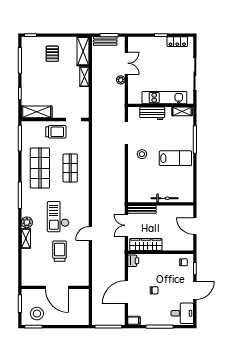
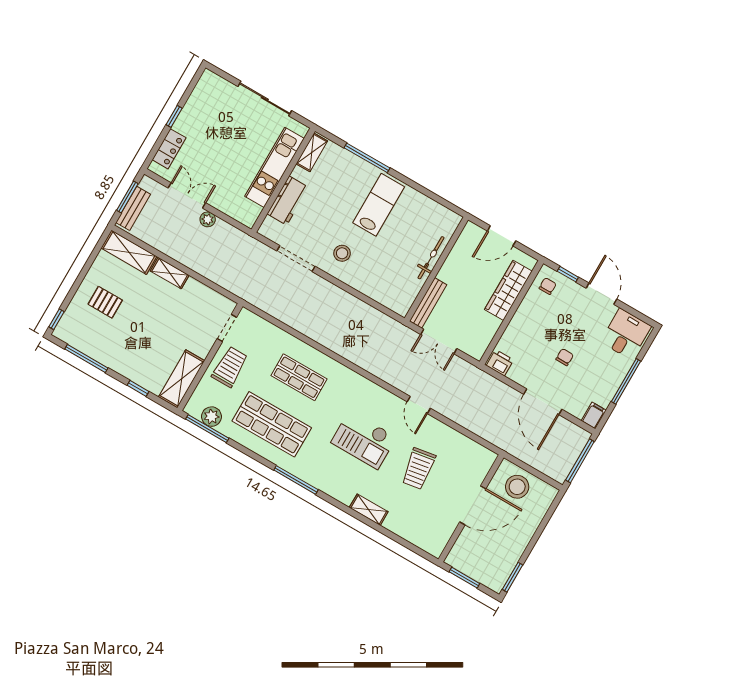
locker: (177, 42) -> (169, 149), moved
plant: (27, 222) -> (211, 417), moved
wardrobe: (146, 245) -> (508, 290), moved
trolley: (60, 251) -> (418, 469), turned -99
stool: (37, 314) -> (517, 487), moved

